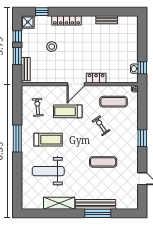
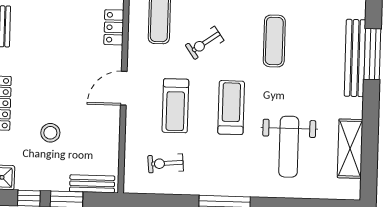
locker: (96, 78) -> (114, 27), moved
door: (76, 84) -> (124, 88), swing flipped
treadmill: (48, 140) -> (231, 108), moved
shelving: (59, 203) -> (350, 149), moved

